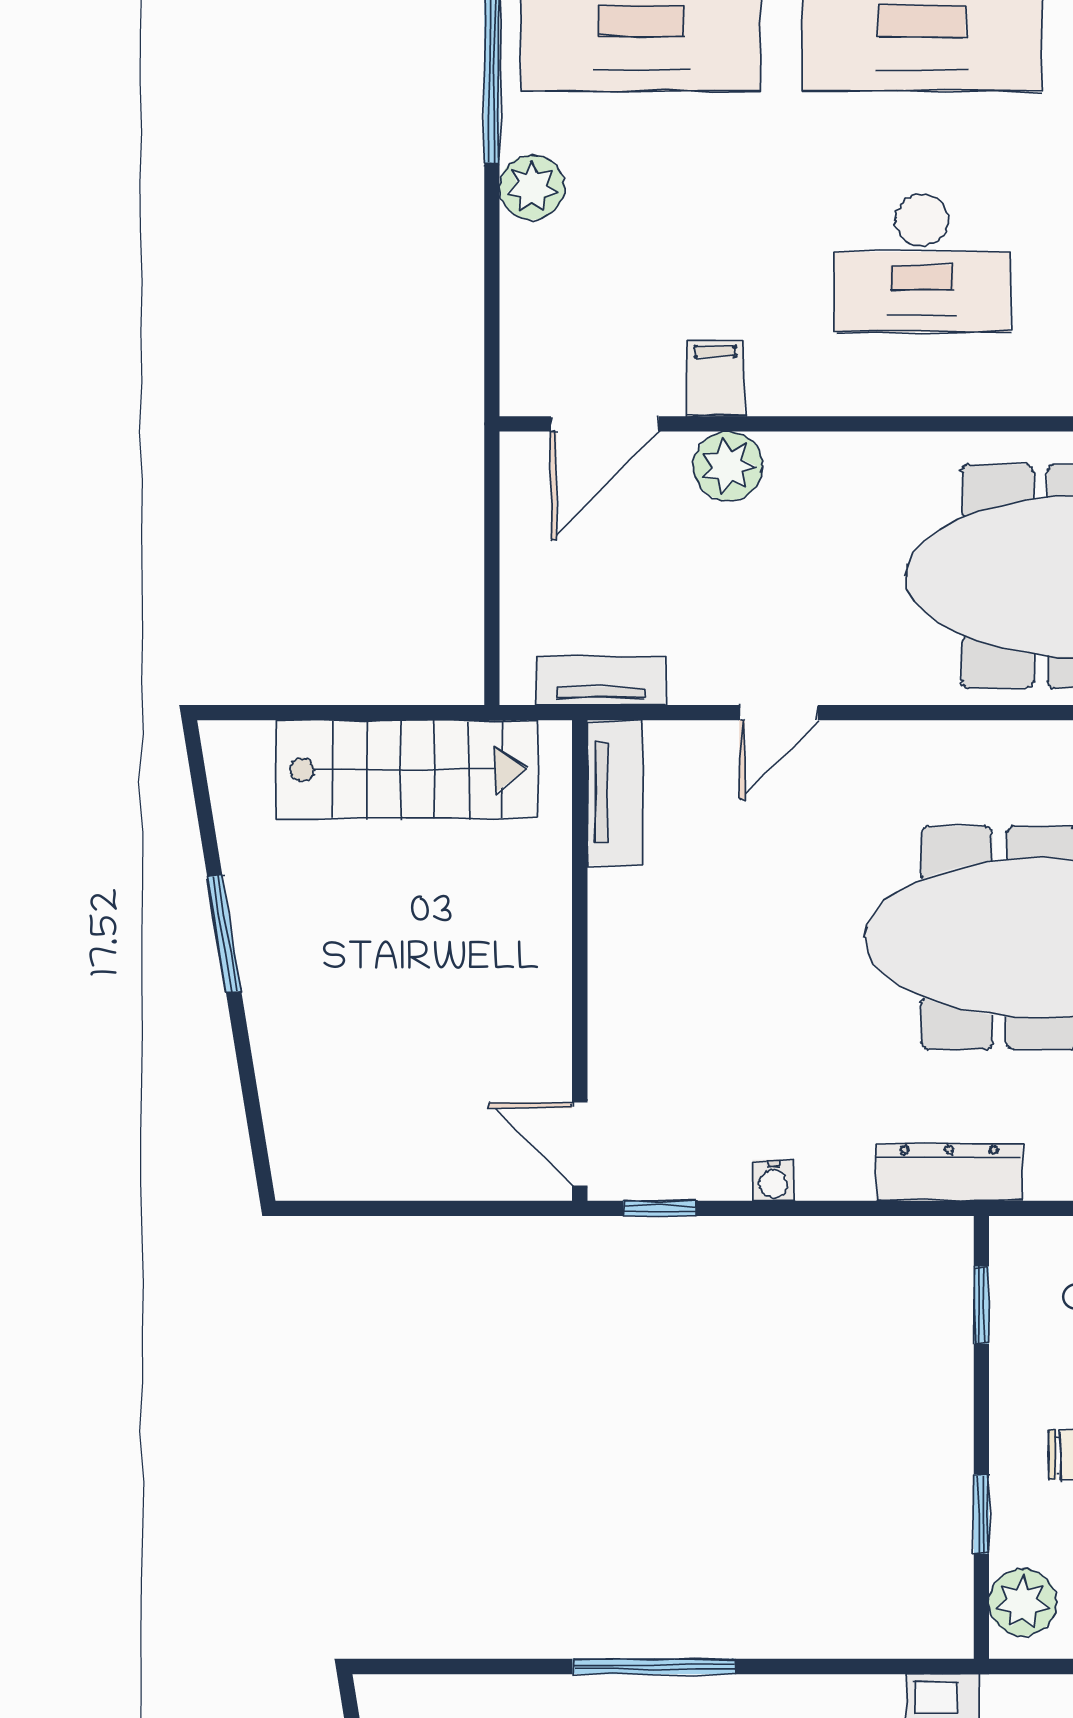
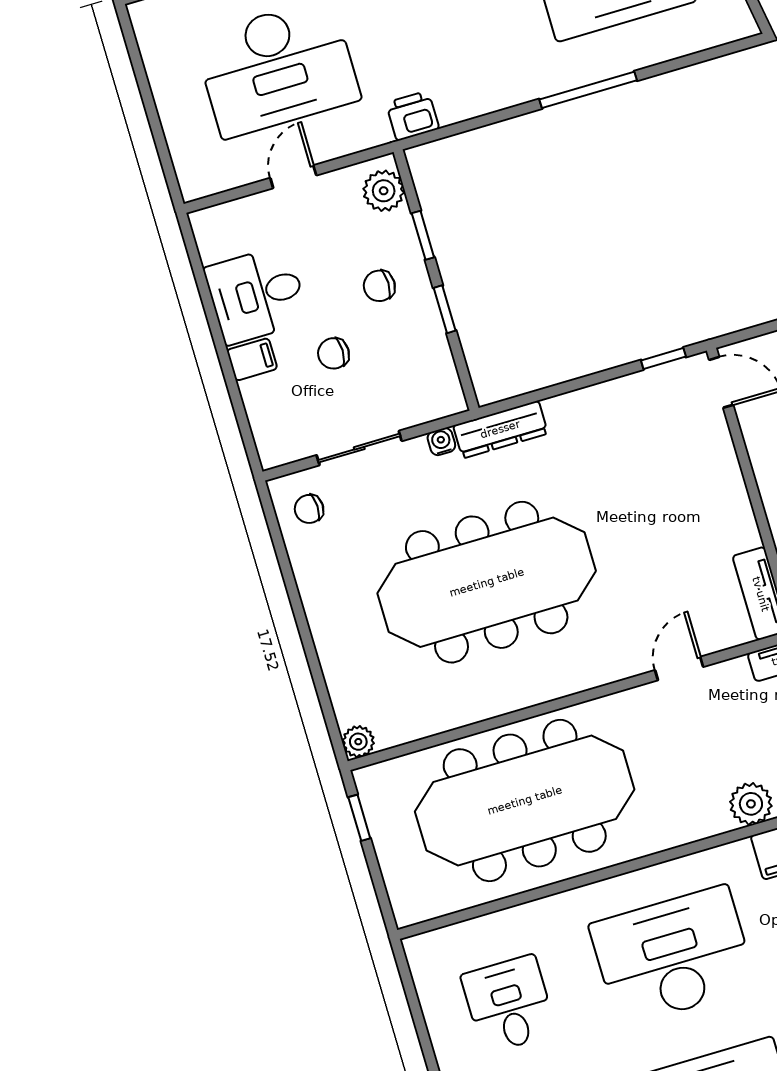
desk: (922, 263) -> (673, 956), width x1.36, depth x1.30
water cooler: (773, 1180) -> (441, 442), moved
window: (981, 1305) -> (445, 309), moved

